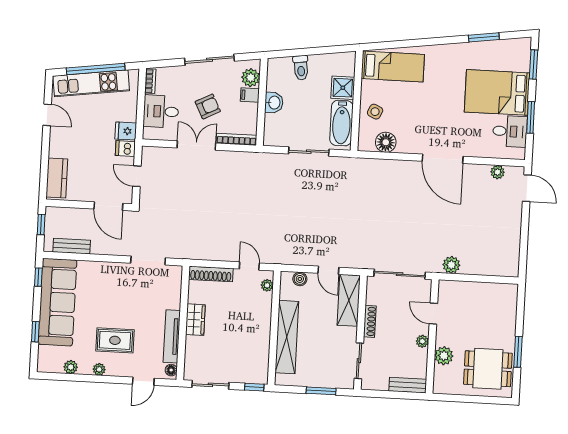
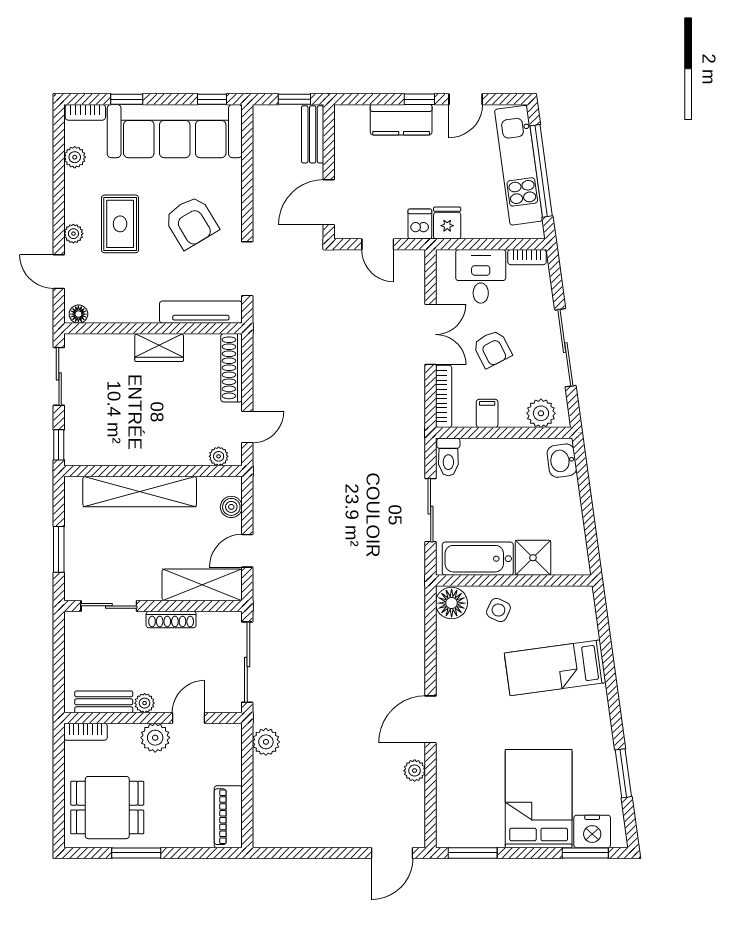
nightstand: (520, 59) -> (592, 831), added
bed: (393, 66) -> (555, 668), moved, turned 82
toilet: (301, 68) -> (448, 457), moved, turned -82
filing cabinet: (250, 95) -> (487, 413), moved
washbasin: (274, 103) -> (562, 461), moved, turned 82
window: (531, 117) -> (473, 853), moved
desk: (510, 131) -> (479, 822), removed
floor lamp: (386, 142) -> (452, 603), moved
window: (46, 144) -> (419, 99), added
door: (443, 159) -> (431, 719), width x0.73
plant: (497, 172) -> (415, 771), moved
door: (137, 176) -> (378, 244), swing flipped
kitchen counter: (57, 178) -> (401, 120), moved
bench: (72, 246) -> (313, 134), moved
piano: (498, 292) -> (228, 817), added
armchair: (116, 295) -> (191, 222), added
tv unit: (172, 336) -> (201, 312), moved
plant: (444, 356) -> (155, 738), moved
bookcase: (42, 359) -> (85, 112), added
plant: (99, 369) -> (73, 234), moved
dining table: (488, 369) -> (107, 808), turned 90
bookcase: (439, 380) -> (86, 732), added
bench: (408, 385) -> (104, 702), moved, turned 90

